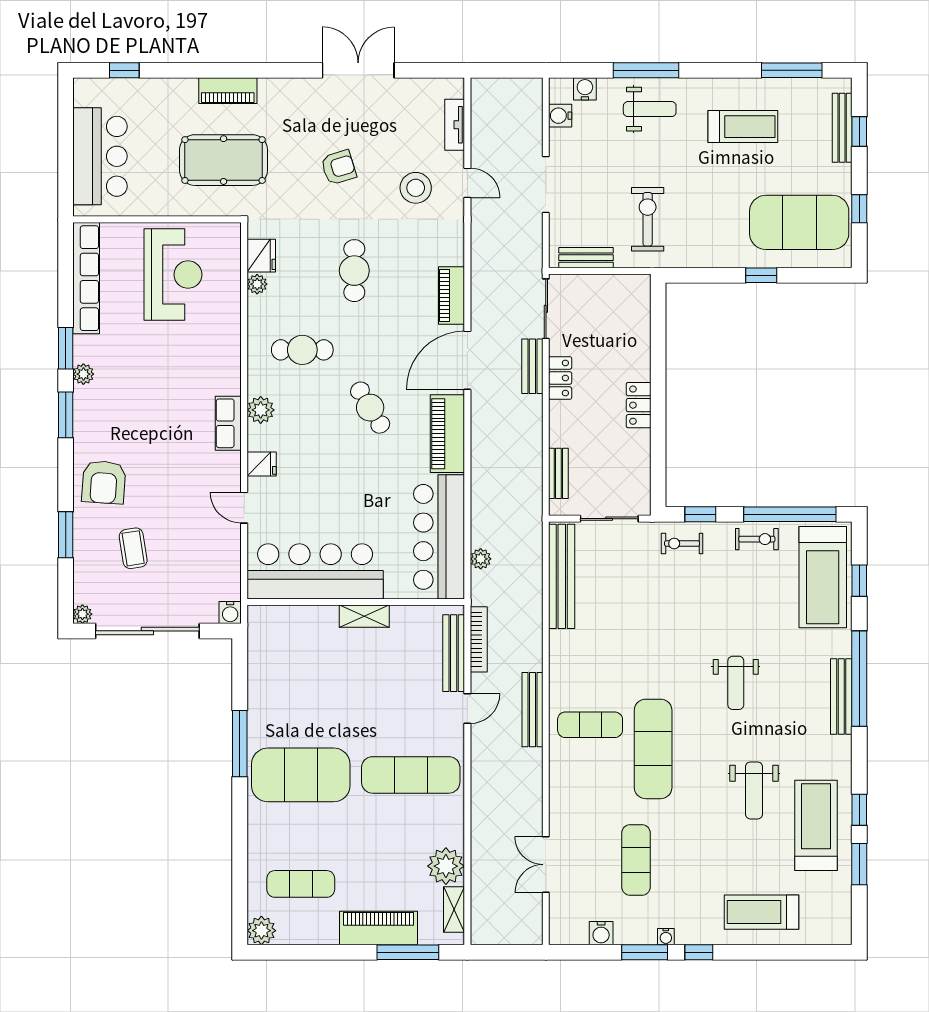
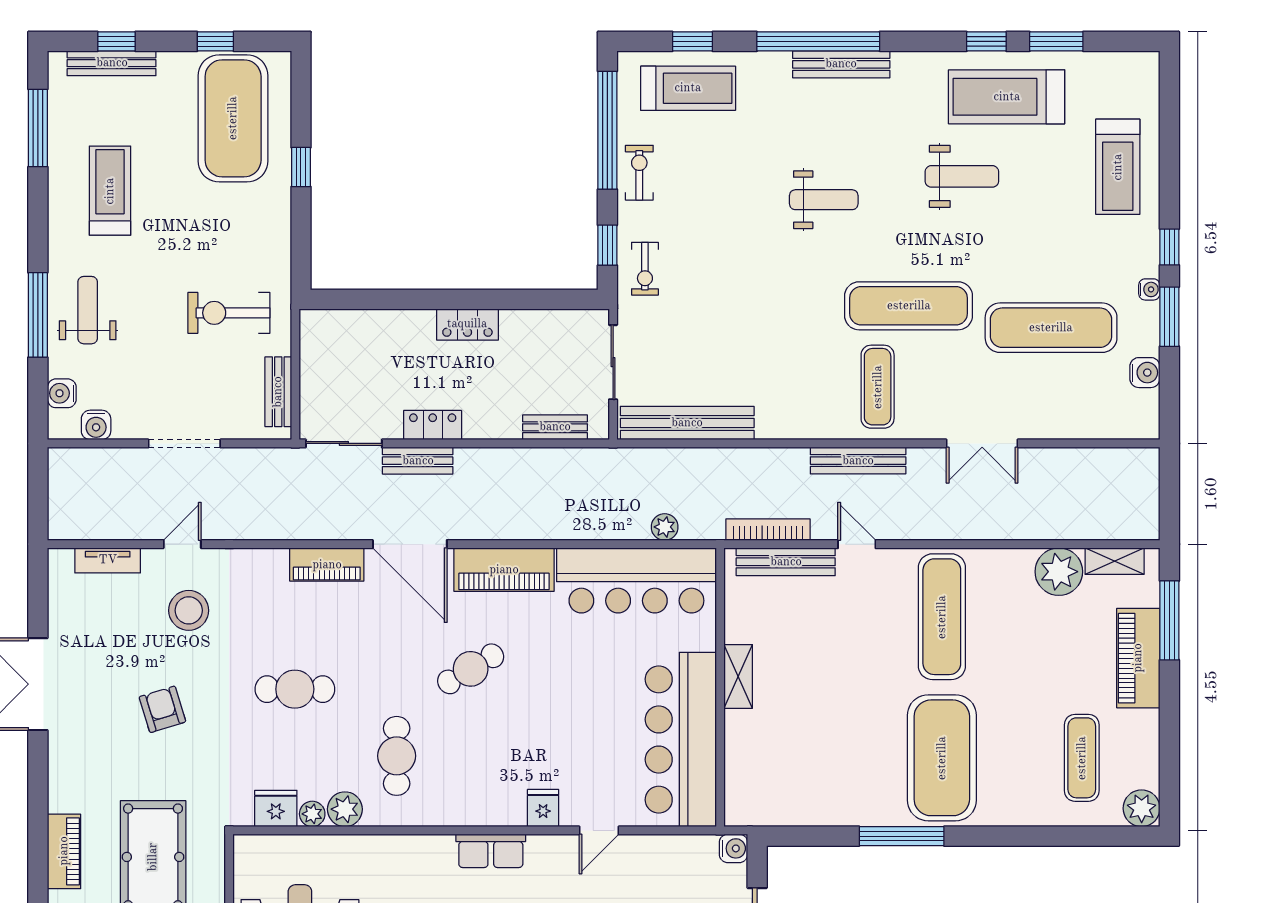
plant: (261, 410) -> (345, 809), moved
treadmill: (823, 577) -> (688, 88), width x0.73, depth x0.73
exercise mat: (636, 860) -> (1051, 328), width x1.36, depth x1.45
double door: (546, 865) -> (982, 443), moved

